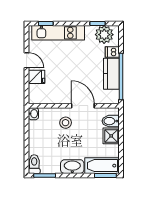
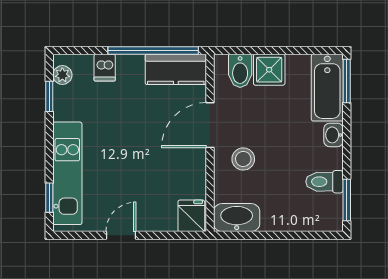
plant: (104, 35) -> (62, 75), width x0.53, depth x0.53
kitchen counter: (111, 74) -> (176, 69), moved
fridge: (37, 77) -> (191, 216), moved
washbasin: (33, 114) -> (237, 218), width x1.91, depth x1.45
toilet: (34, 164) -> (324, 182), moved
washbasin: (72, 167) -> (334, 135), width x0.52, depth x0.69

